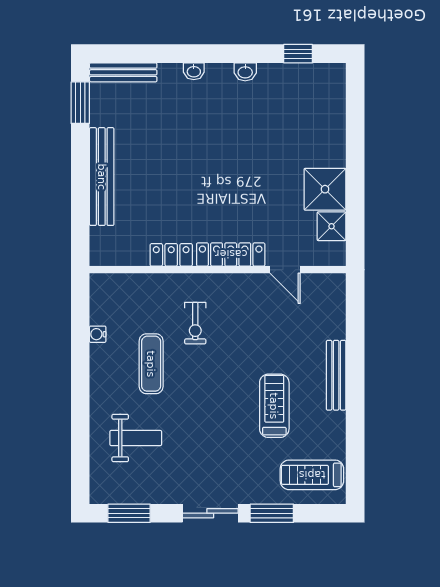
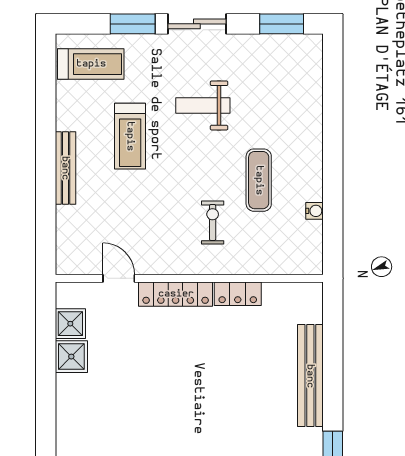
shower: (325, 189) -> (71, 357), width x0.73, depth x0.73
weight bench: (136, 438) -> (203, 105), moved

